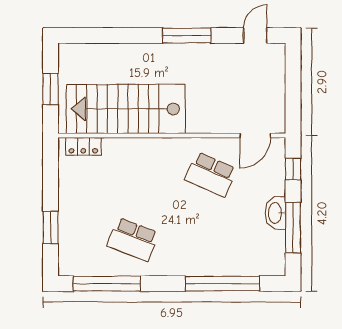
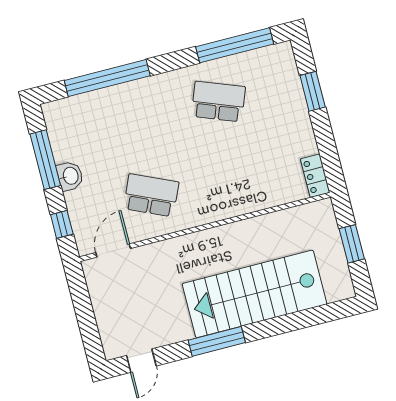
stairs: (126, 109) -> (254, 294), moved, turned 180
locker: (83, 146) -> (315, 176), moved, turned -90
washbasin: (276, 213) -> (70, 176), width x0.72

